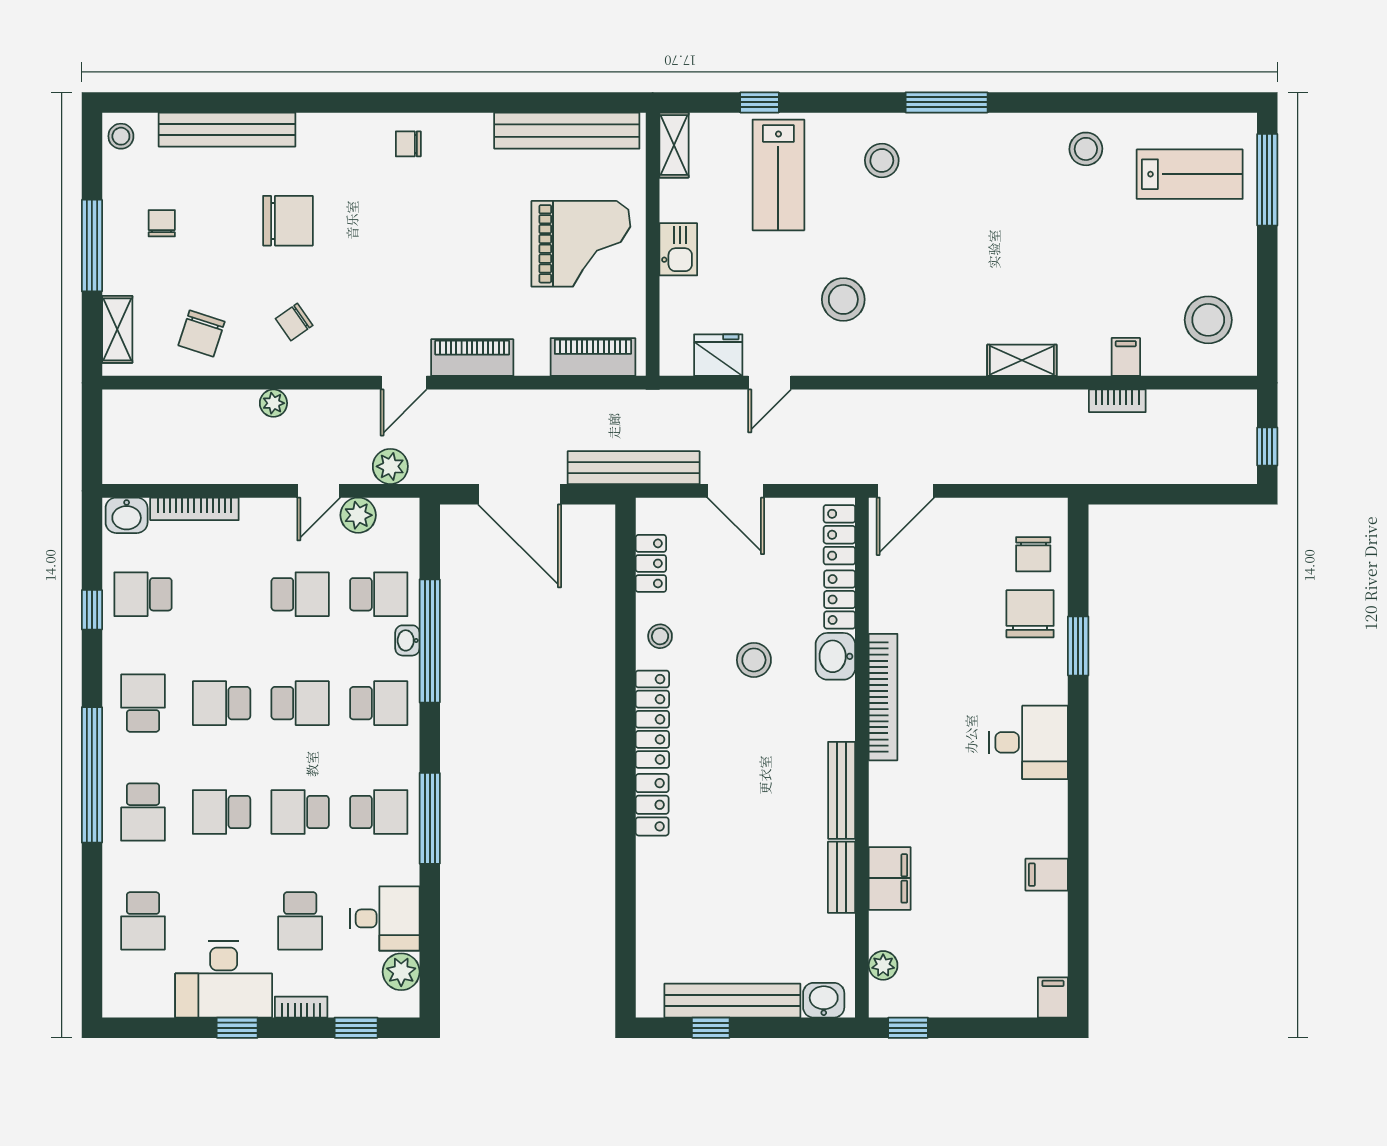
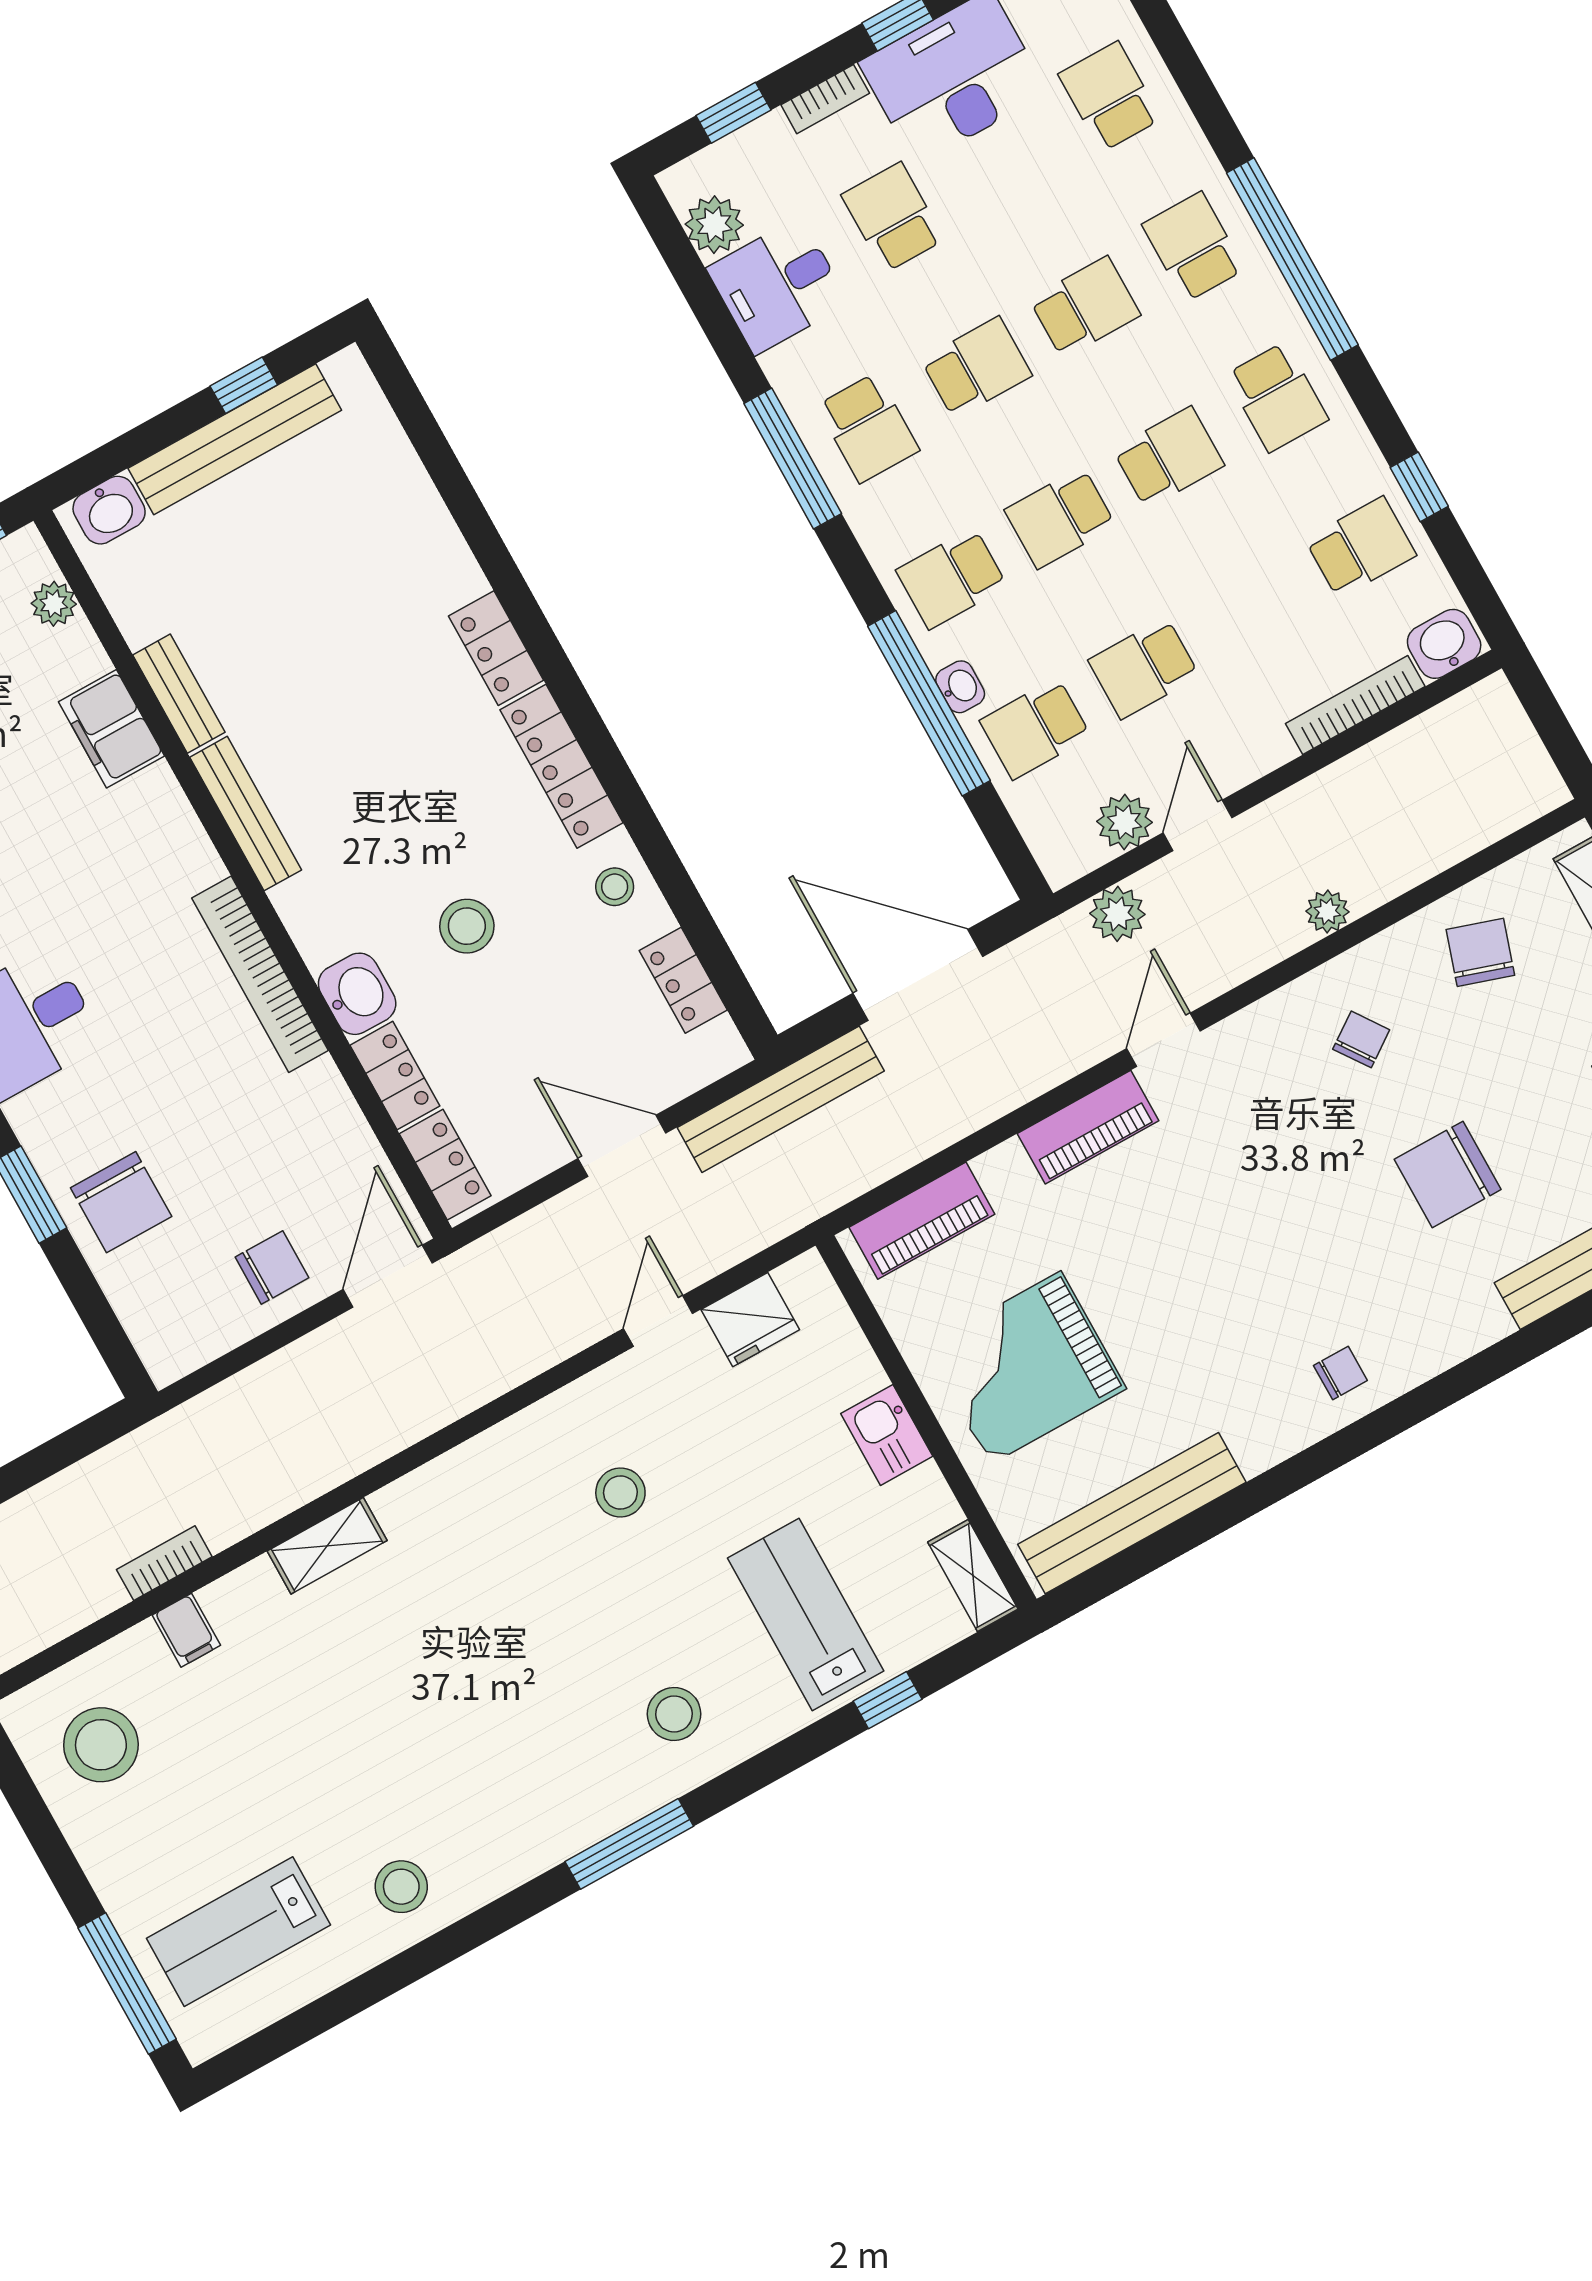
stool: (843, 299) -> (620, 1493), width x0.73, depth x0.73
chair: (1033, 554) -> (272, 1267), moved, turned 90
school desk: (379, 812) -> (868, 428), turned -90

